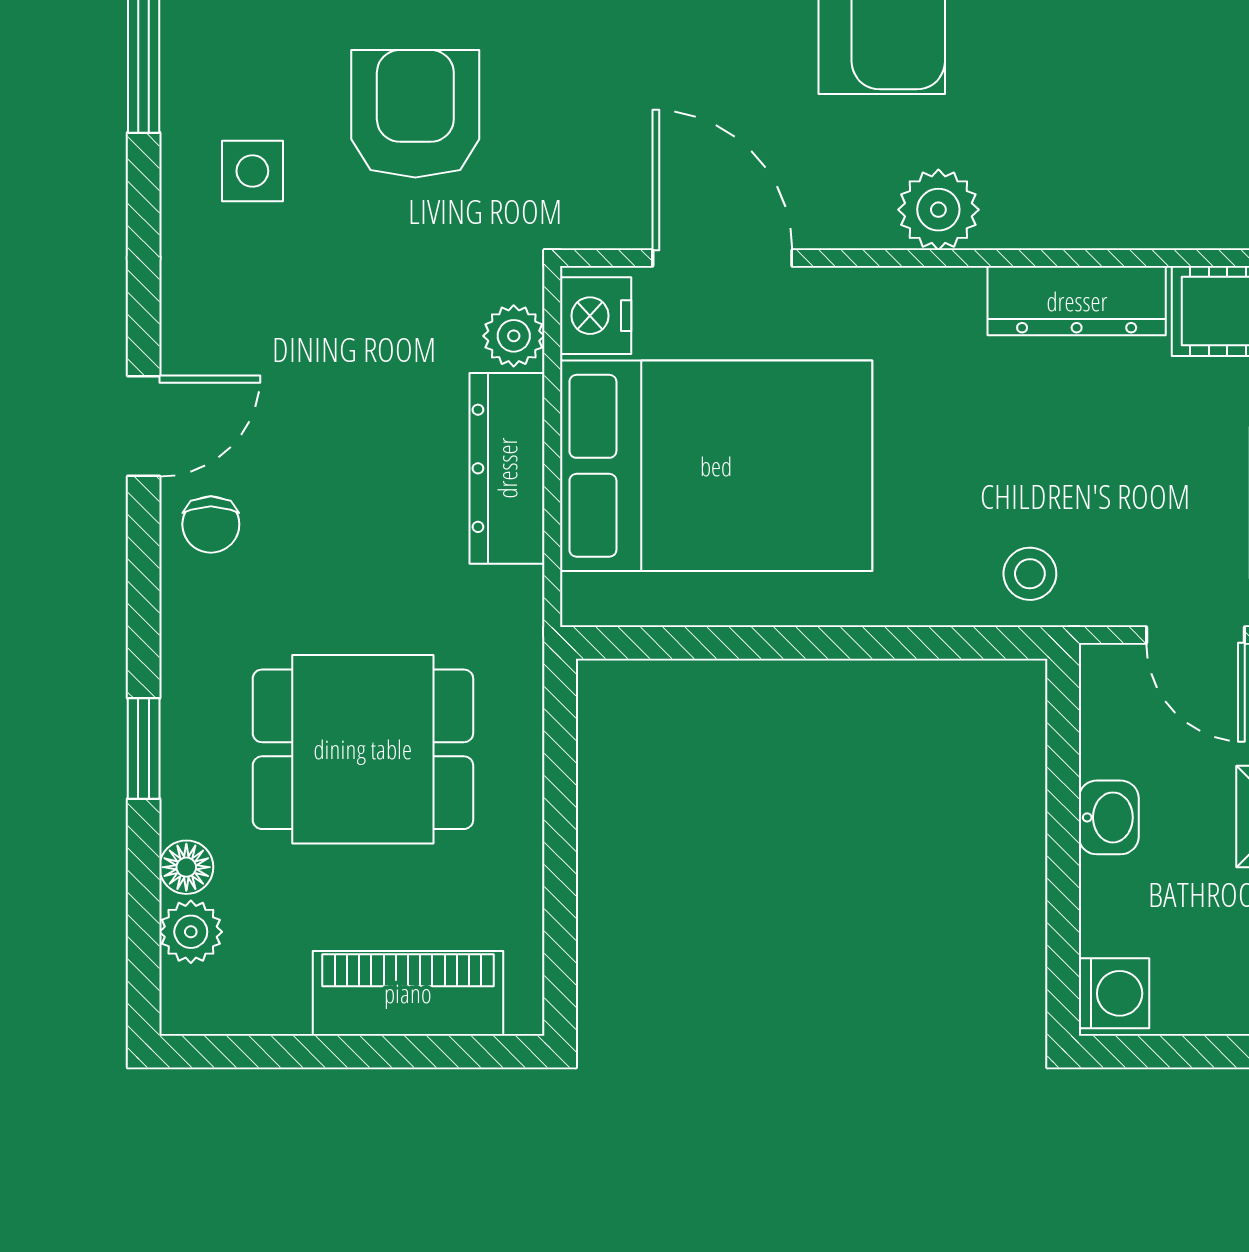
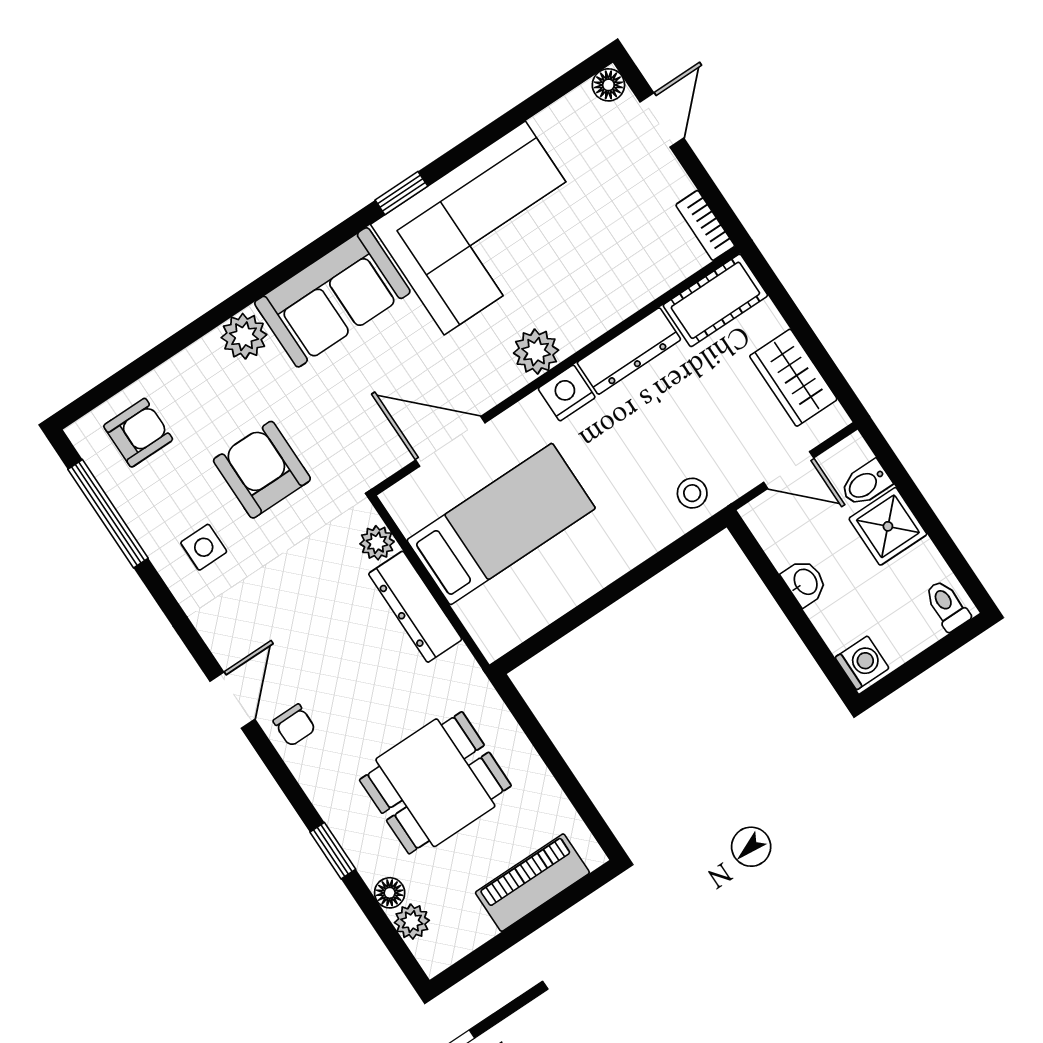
nightstand: (596, 316) -> (567, 393), moved, turned 90
bed: (716, 466) -> (501, 524), width x0.67

